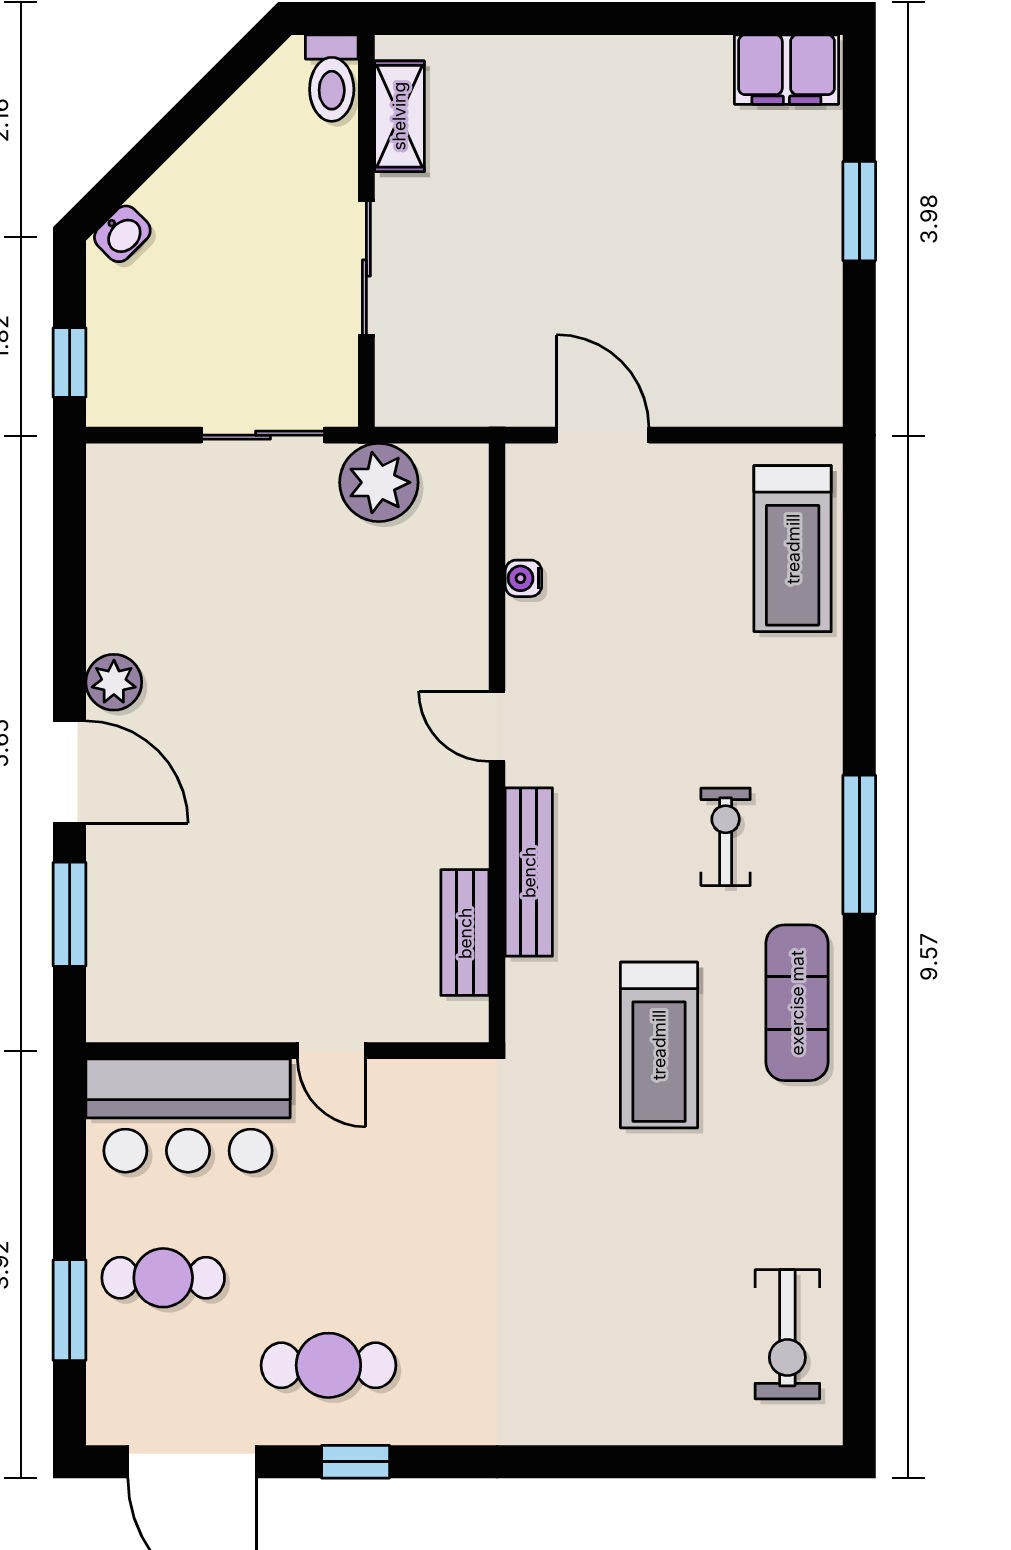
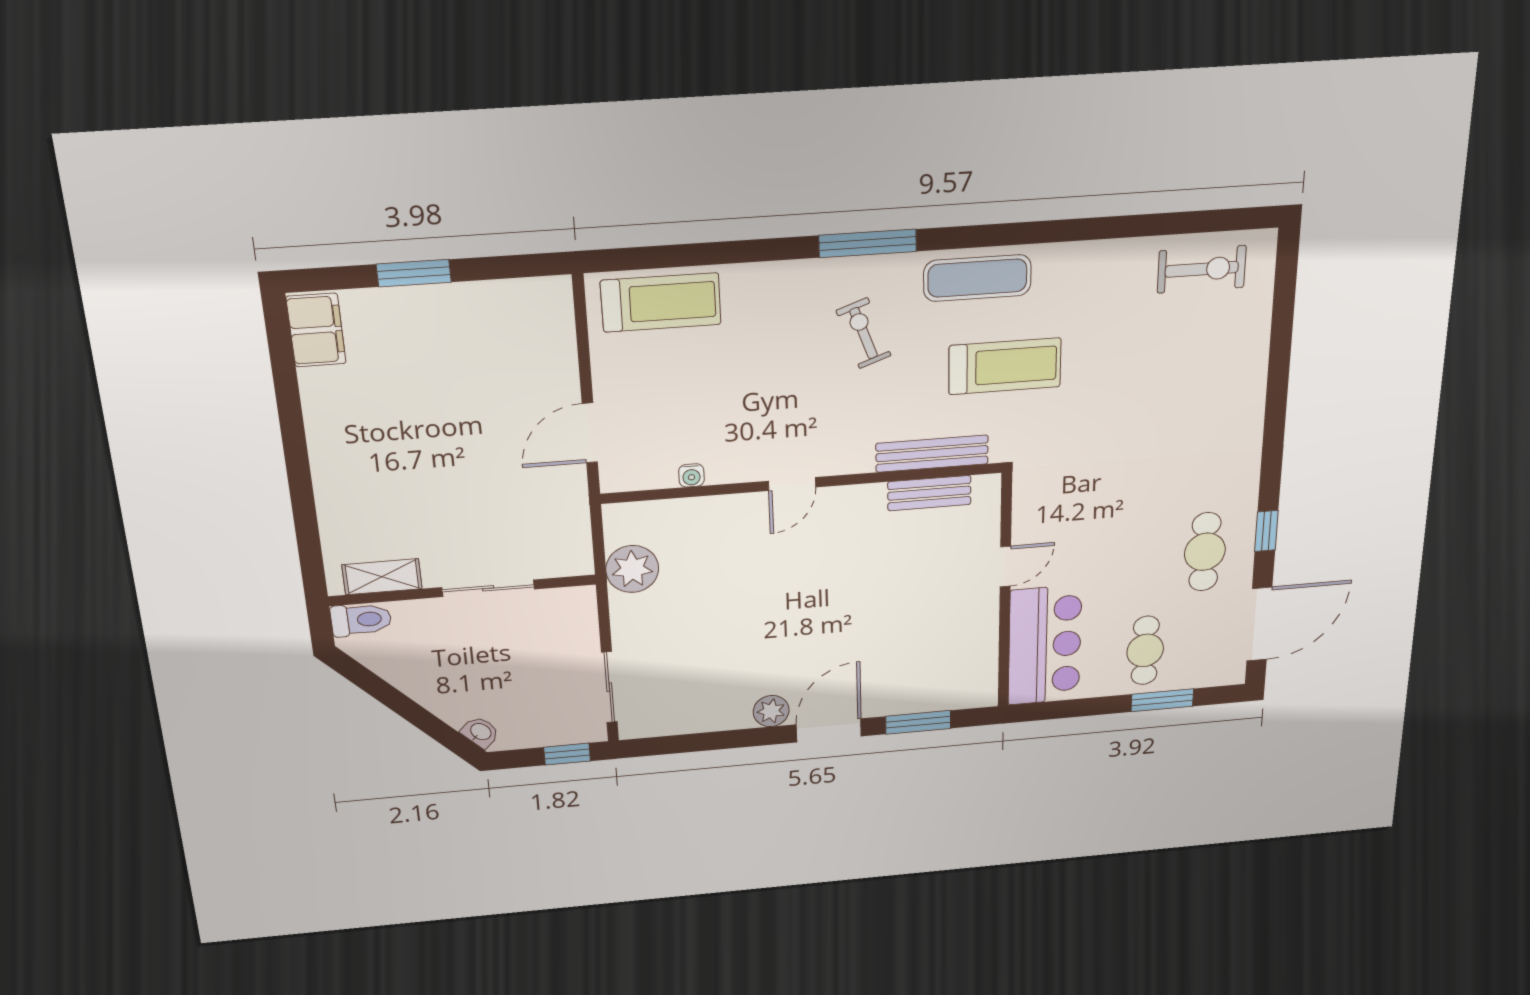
sliding door: (263, 435) -> (609, 687), moved
exercise bike: (726, 837) -> (864, 333), turned 70
bench: (529, 872) -> (932, 454), moved

